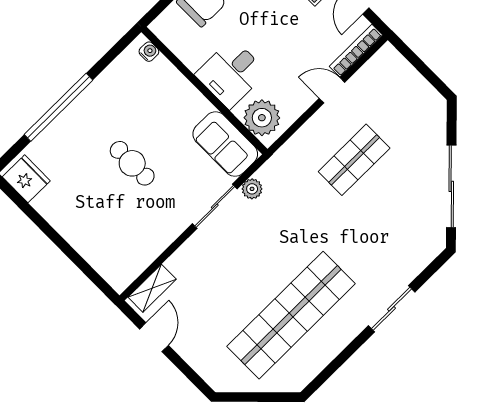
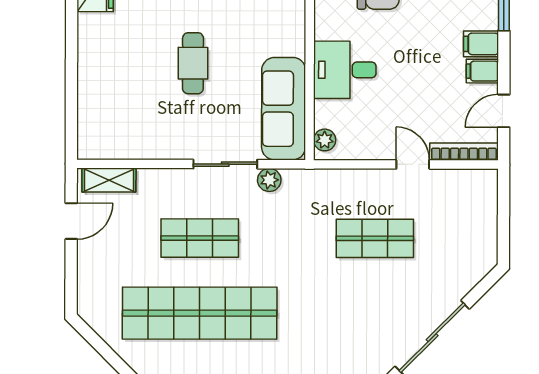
plant: (262, 118) -> (325, 140), width x0.53, depth x0.53
sofa: (225, 144) -> (284, 109), width x1.36
shop shelf: (245, 268) -> (200, 238), added

